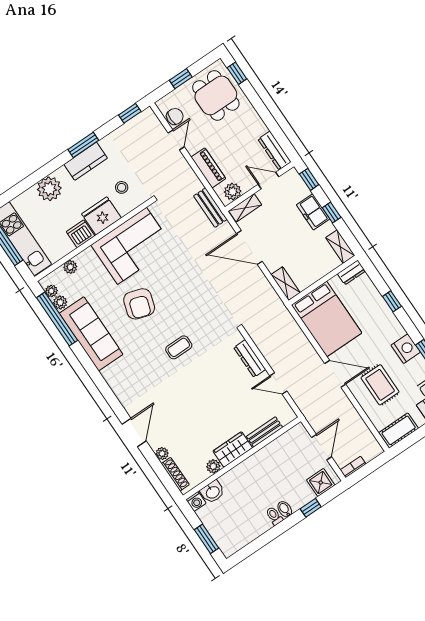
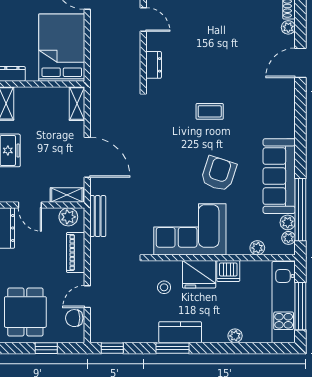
plant: (49, 189) -> (235, 336), width x0.53, depth x0.53
dresser: (250, 358) -> (154, 65), width x0.70

